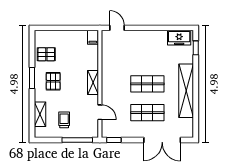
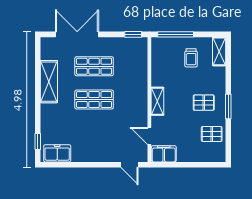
filing cabinet: (93, 37) -> (164, 154), width x2.00
pallet: (53, 81) -> (204, 103), turned 90
shelving: (186, 91) -> (49, 82), width x0.68
door: (100, 112) -> (149, 136), moved
shelving: (40, 114) -> (219, 51), moved

